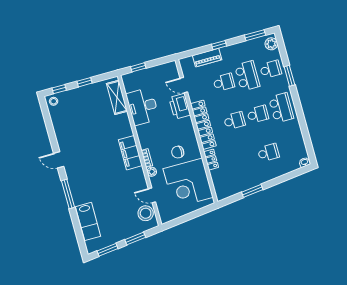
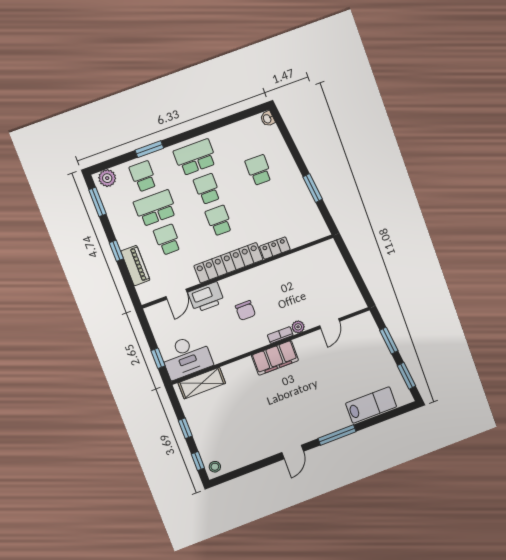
desk: (143, 106) -> (186, 357), moved
chair: (178, 152) -> (245, 311), moved
corner desk: (188, 183) -> (309, 276), removed
stool: (146, 213) -> (354, 330), removed

